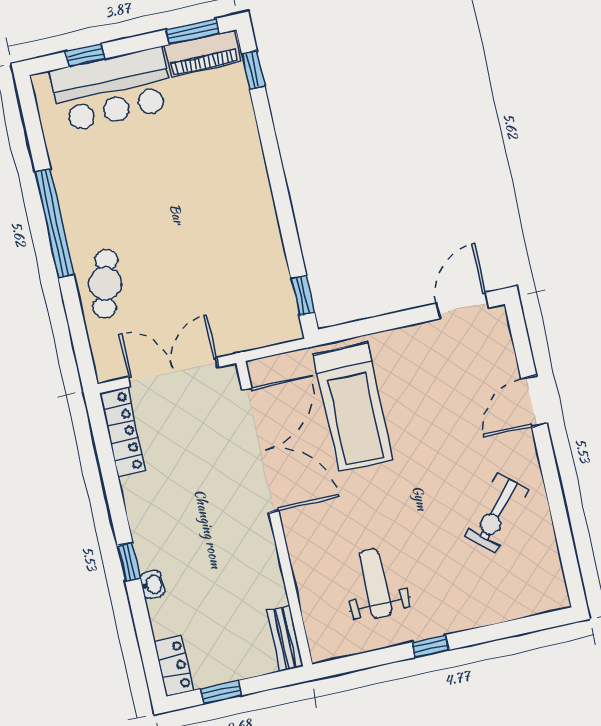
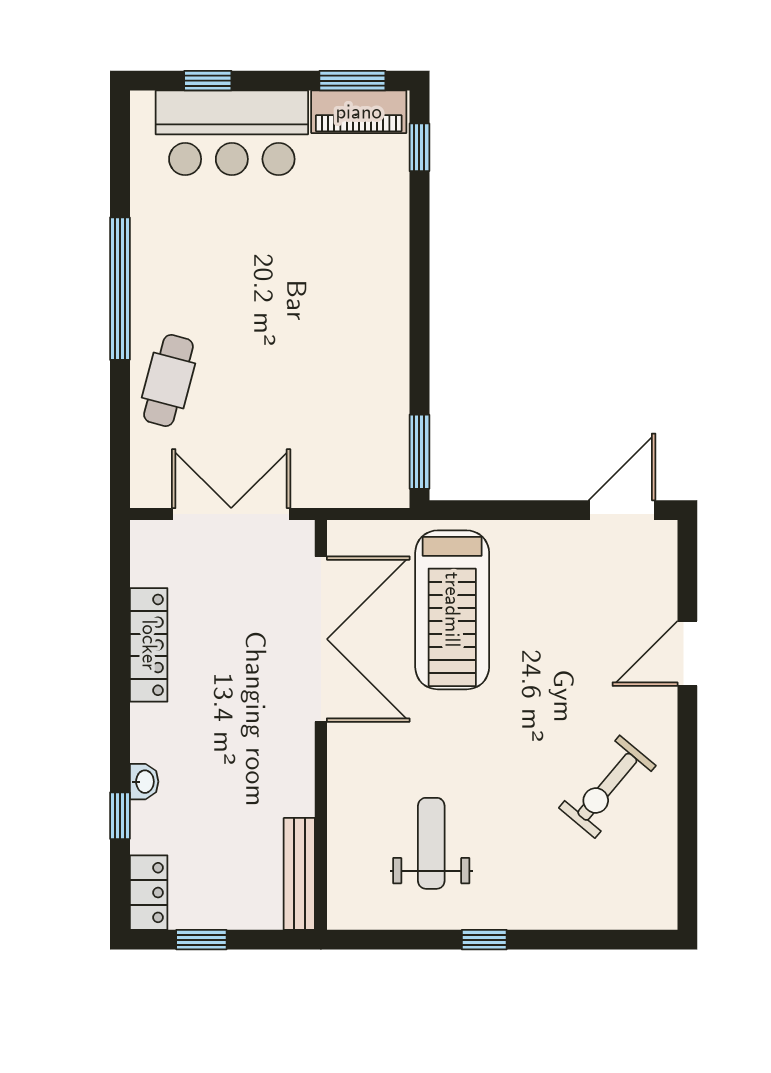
window: (303, 295) -> (419, 452), width x1.50
locker: (123, 432) -> (149, 645), moved
window: (129, 562) -> (120, 816), moved
bench: (285, 639) -> (299, 874), width x1.36

